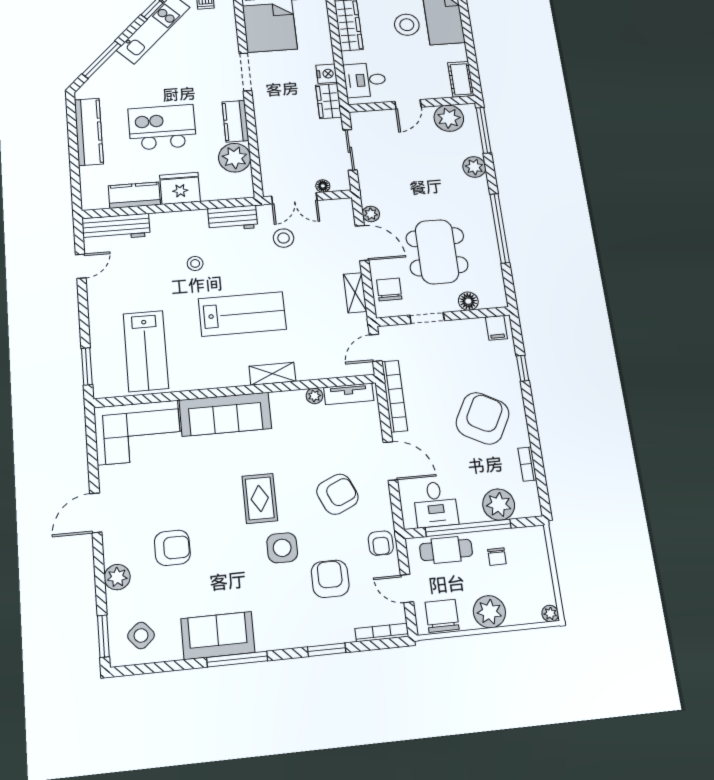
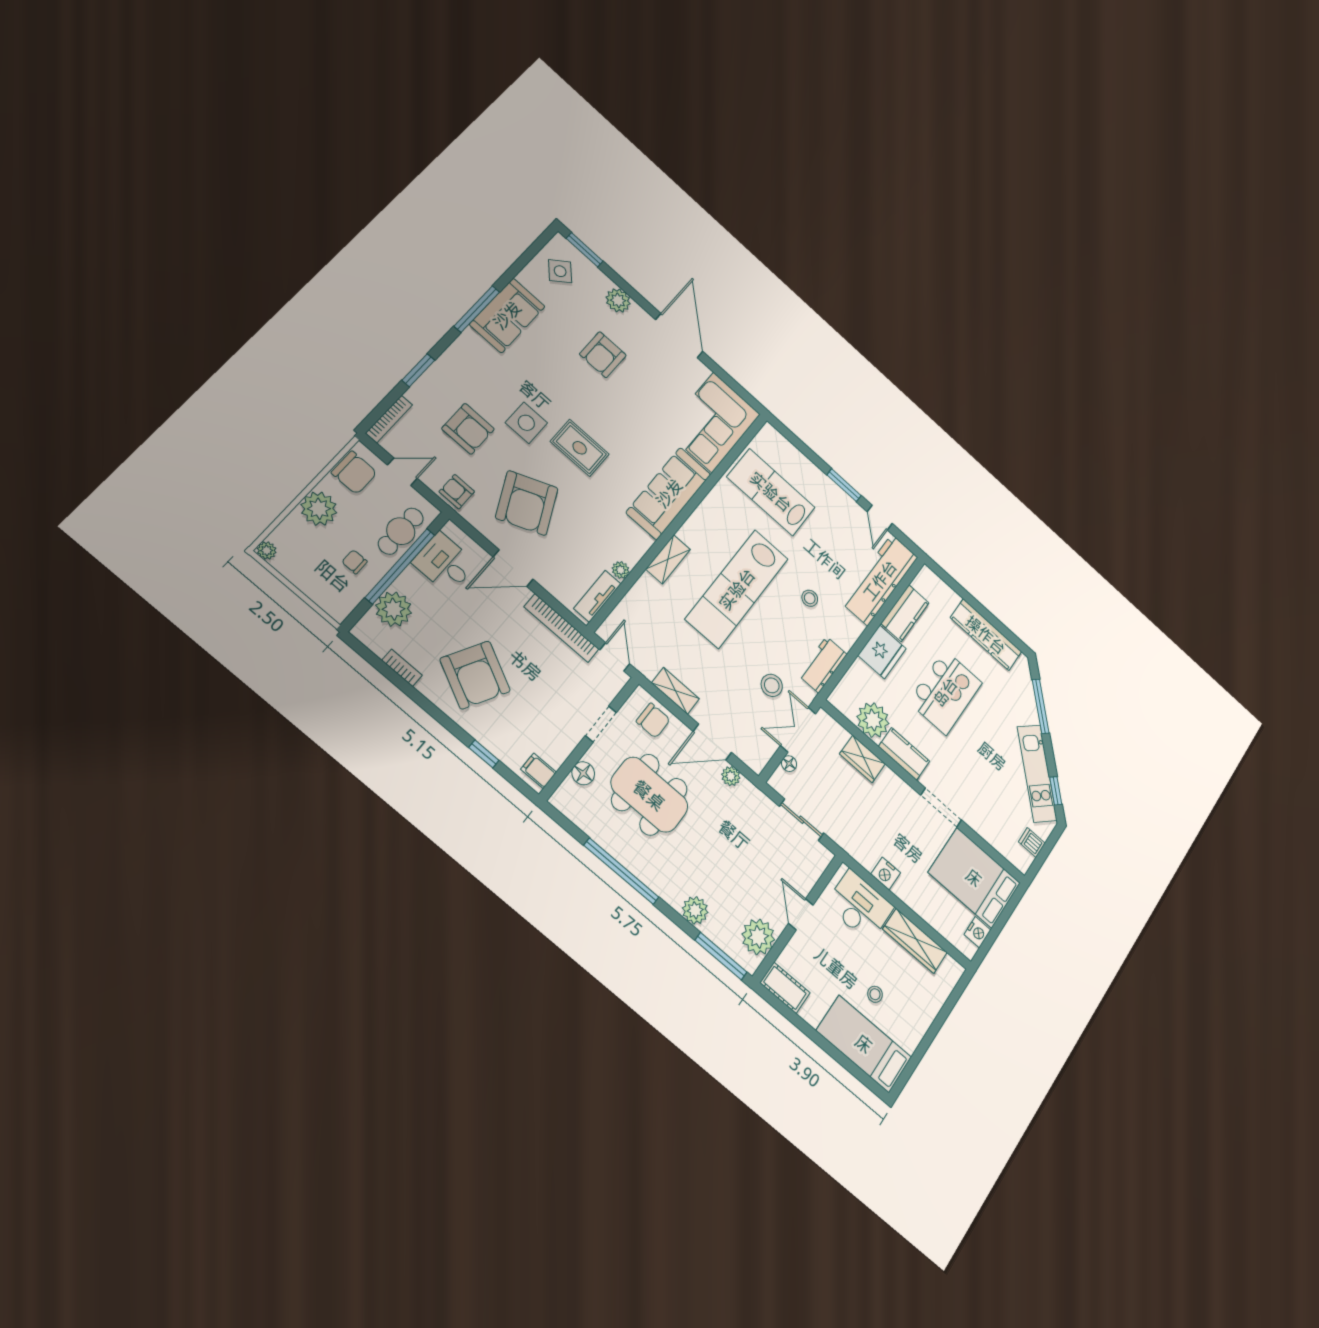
stool: (407, 25) -> (875, 994), width x0.53, depth x0.53
desk: (365, 80) -> (860, 906), width x1.37
wardrobe: (329, 101) -> (862, 759), moved, turned 180
workbench: (116, 227) -> (880, 580), width x1.36, depth x1.32
lab bench: (242, 314) -> (737, 589), width x1.36
window: (87, 366) -> (844, 485), moved
armchair: (337, 494) -> (527, 503), width x1.36, depth x1.36
door: (96, 513) -> (679, 336), width x1.36

